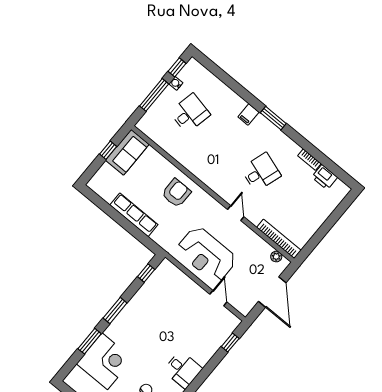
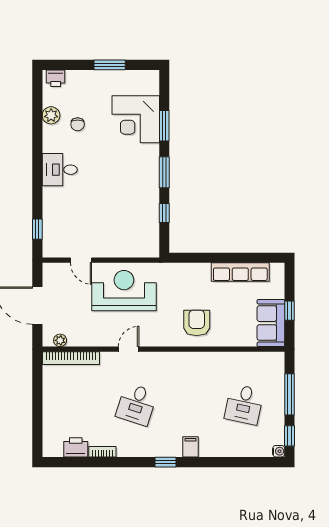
water cooler: (176, 83) -> (279, 451), moved
window: (273, 118) -> (166, 462), width x0.67
armchair: (176, 193) -> (197, 323), turned 180
door: (236, 213) -> (129, 349), swing flipped
row of seats: (134, 215) -> (240, 272), moved
window: (146, 273) -> (164, 213), moved

